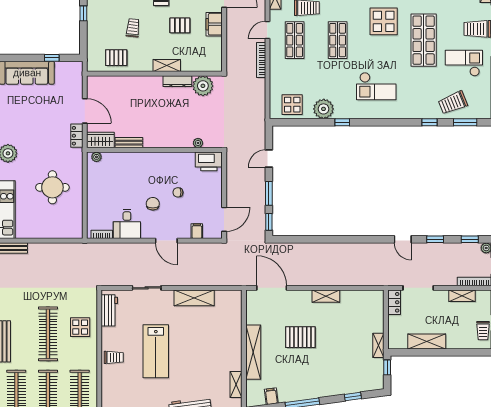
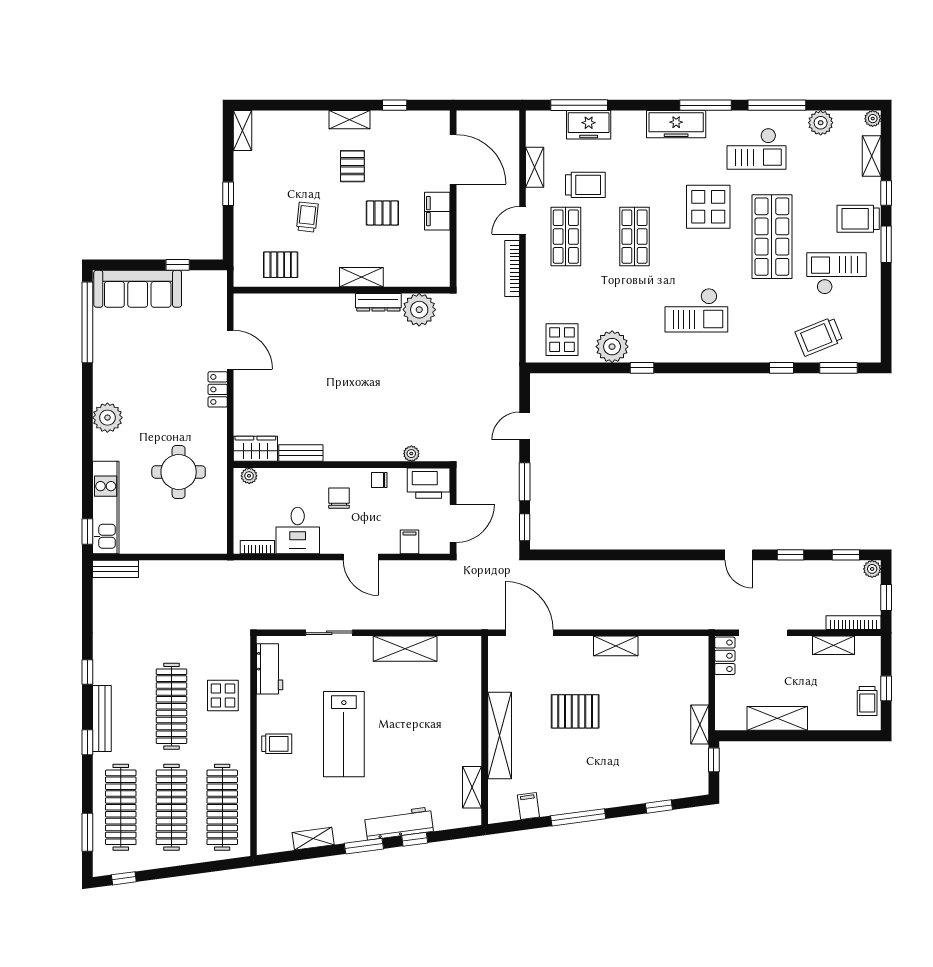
wardrobe: (100, 140) -> (255, 449), moved
bench: (129, 143) -> (301, 453), moved
plant: (198, 143) -> (411, 454), moved
wall: (154, 150) -> (342, 465), moved
plant: (96, 157) -> (249, 476), moved
printer: (209, 161) -> (429, 483), moved

